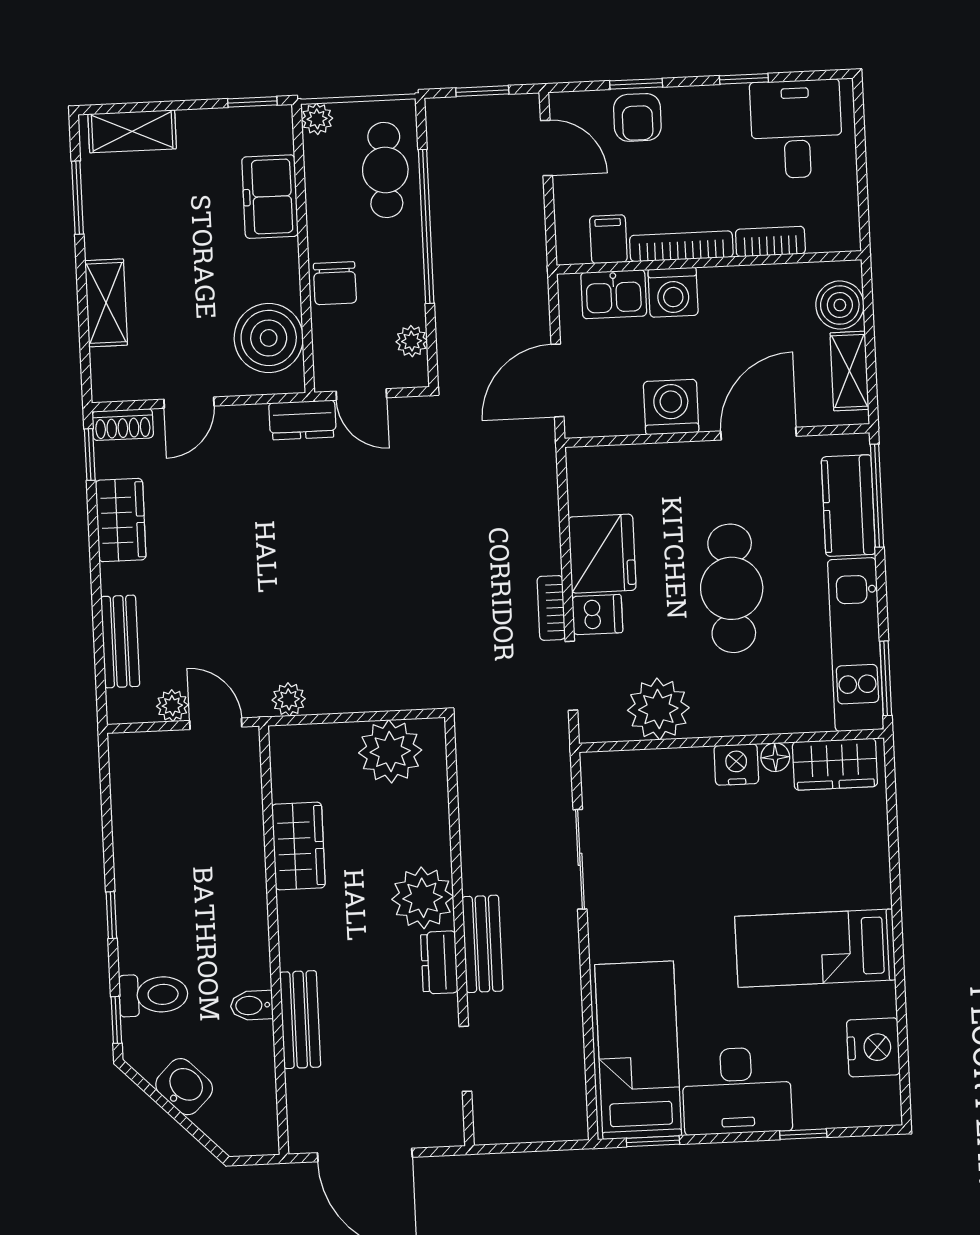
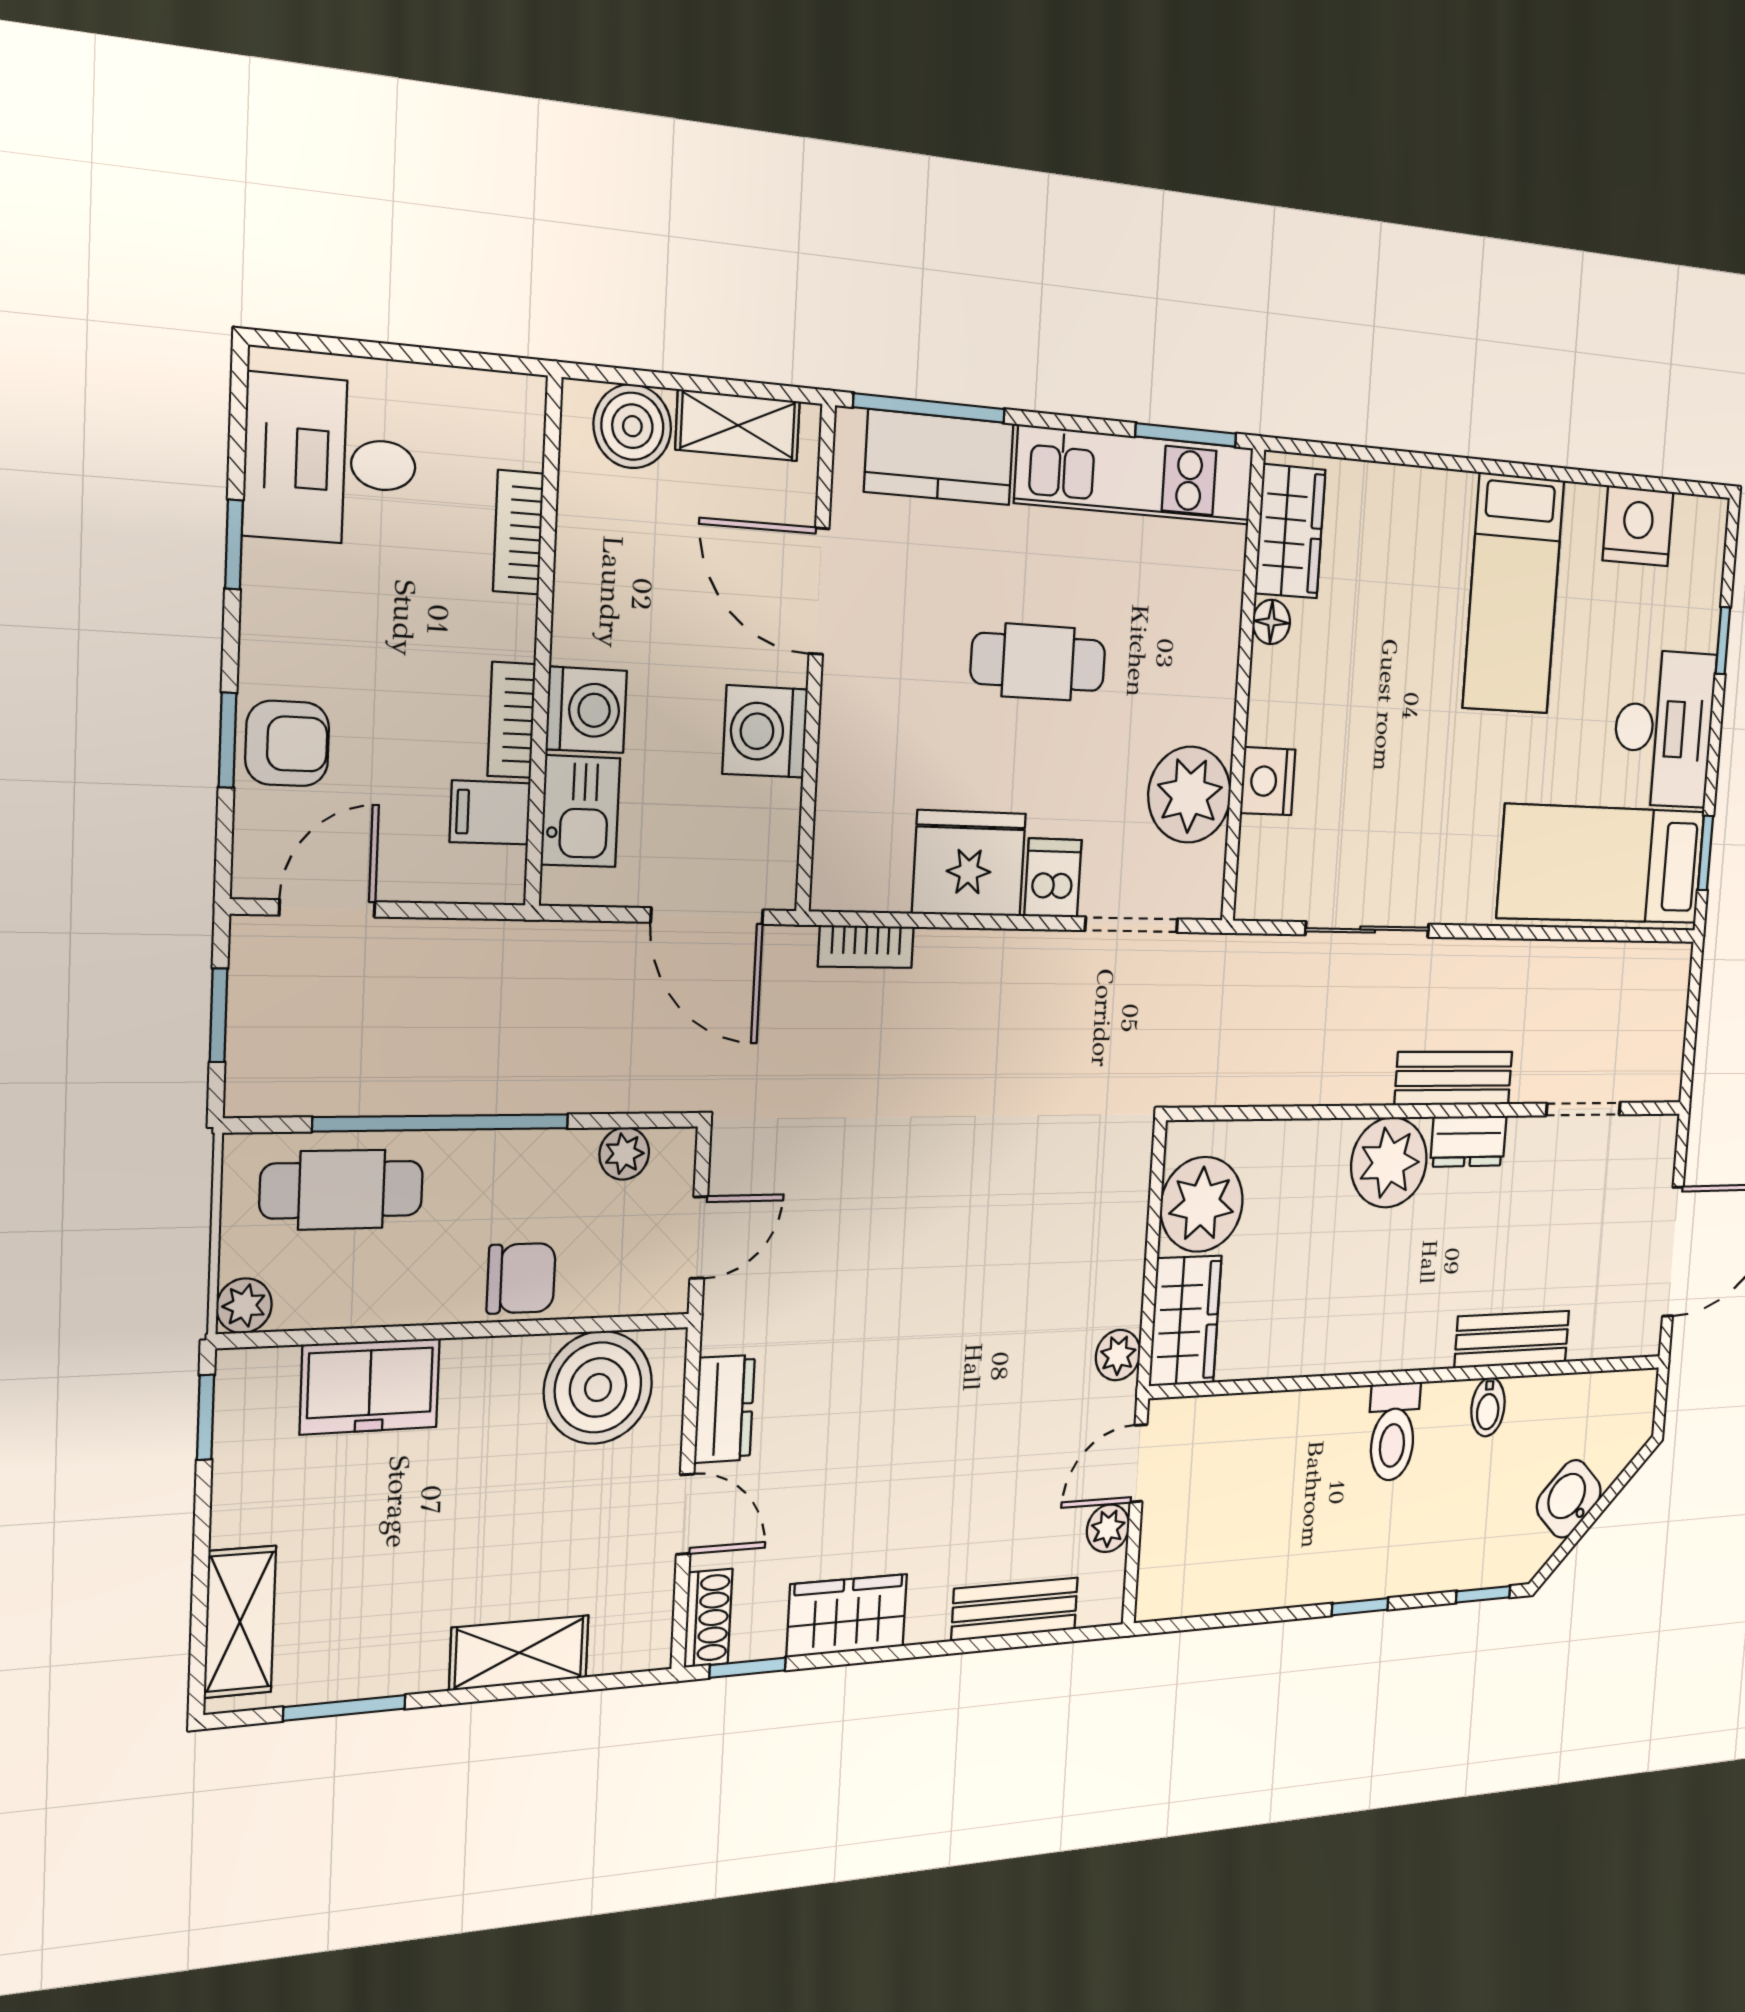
bookcase: (681, 246) -> (512, 720), width x0.64
dresser: (302, 420) -> (725, 1409), moved
cafe table: (732, 588) -> (1038, 662), width x0.73, depth x0.74
bookcase: (551, 608) -> (866, 947), moved
nightstand: (736, 765) -> (1268, 781), moved
wardrobe: (298, 846) -> (1185, 1321), moved, turned 90
toilet: (154, 995) -> (1393, 1432), moved, turned 180

